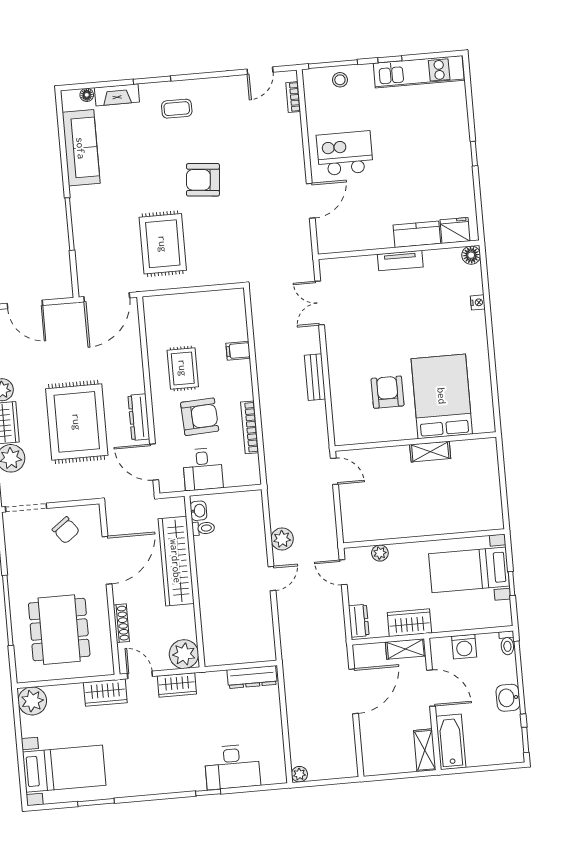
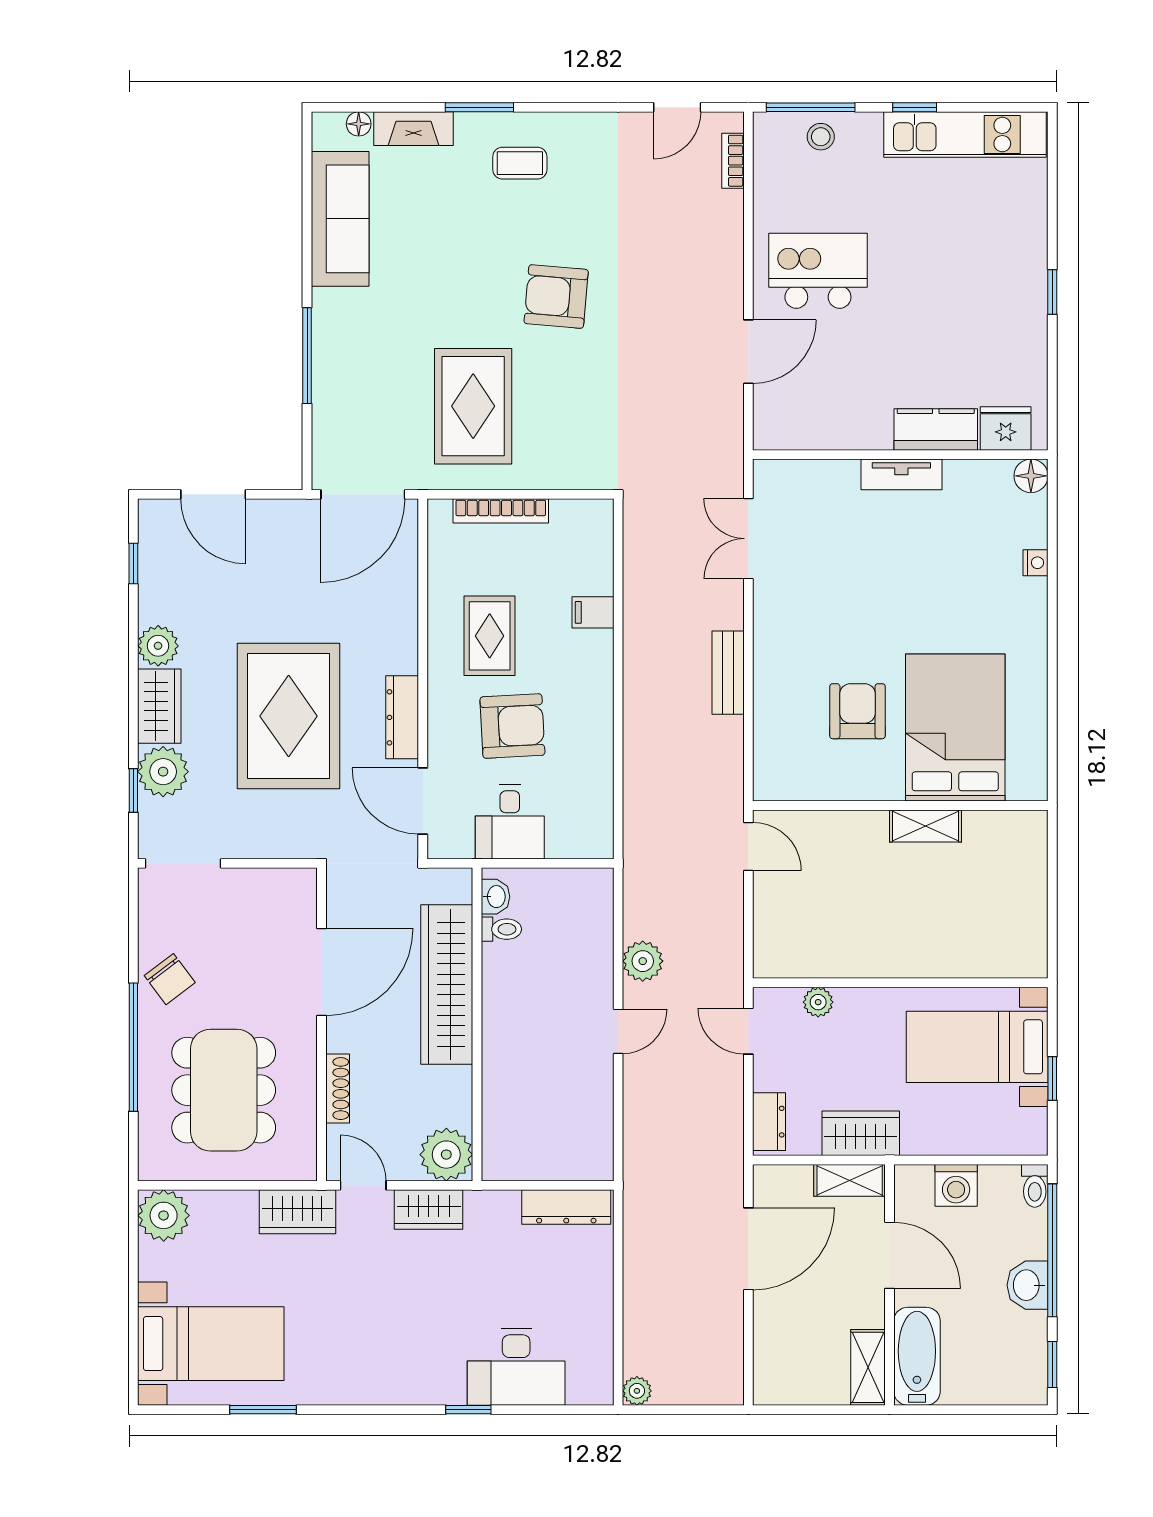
bookcase: (250, 427) -> (501, 511), moved, turned -90
chair: (66, 530) -> (170, 979), moved

